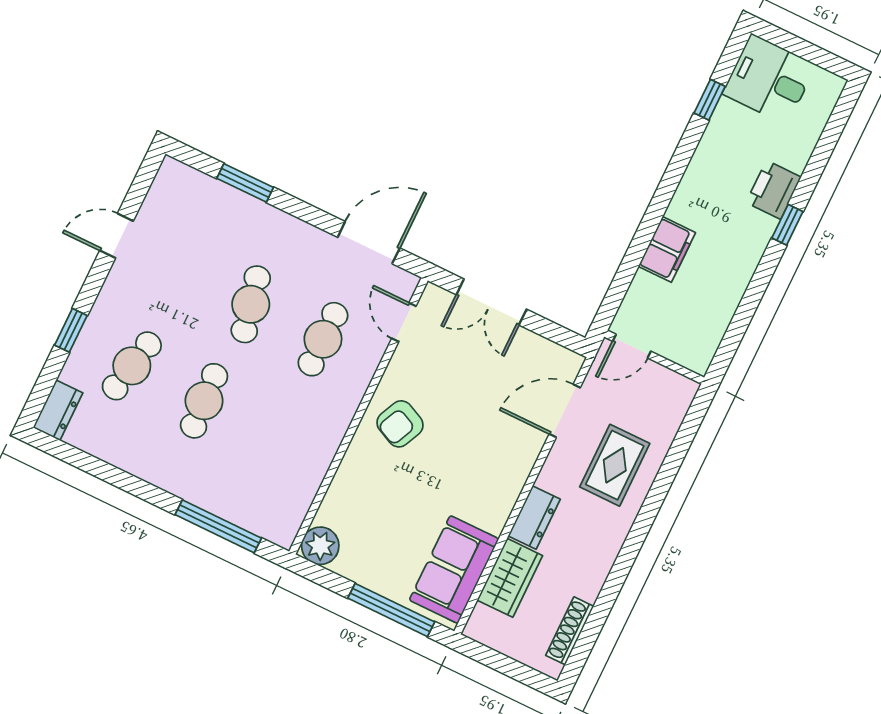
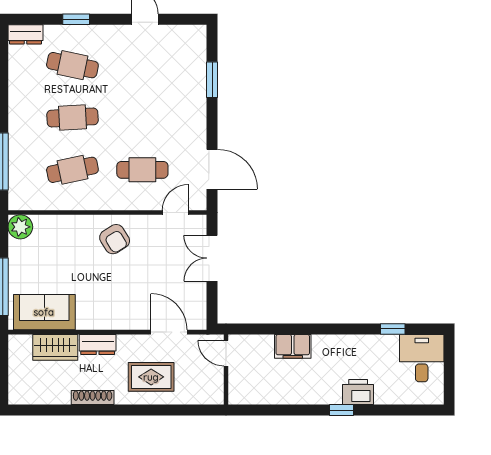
cafe table: (251, 304) -> (72, 170), moved
armchair: (400, 424) -> (115, 239), turned -147
shoe rack: (570, 631) -> (93, 398), moved

